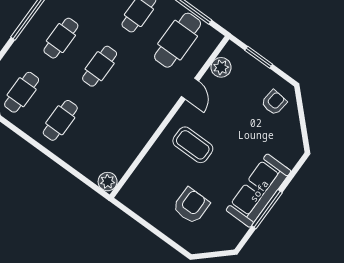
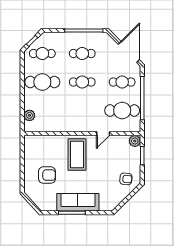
plant: (221, 67) -> (135, 141), moved
cafe table: (60, 120) -> (42, 82), width x1.37, depth x1.35
coffee table: (193, 145) -> (77, 155), width x1.36, depth x1.32
plant: (108, 182) -> (29, 115), moved

